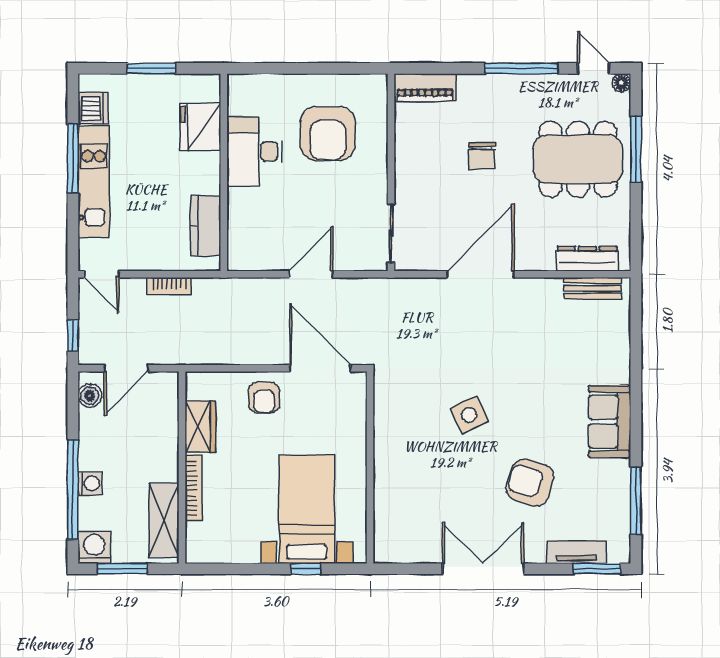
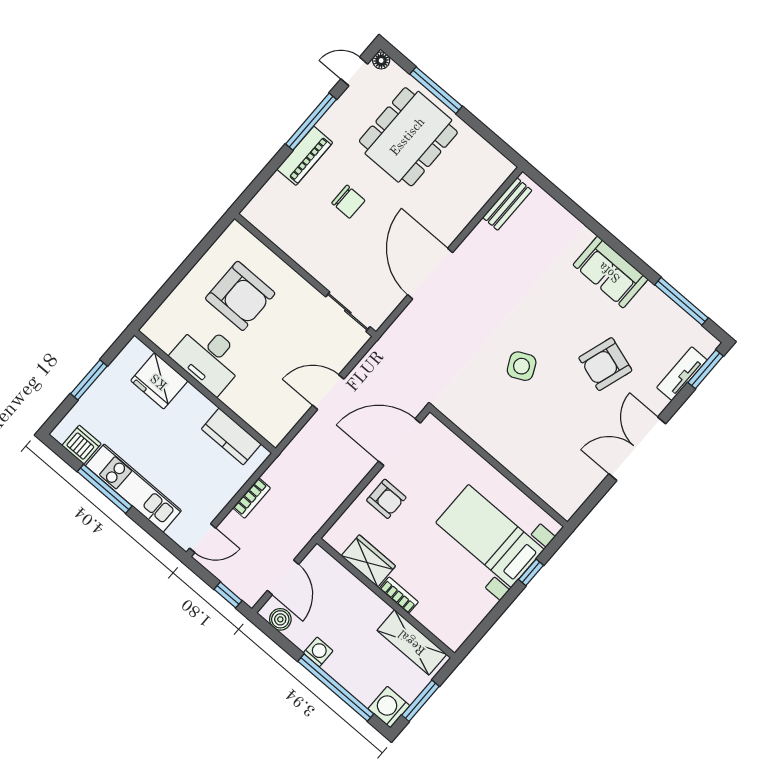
piano: (425, 87) -> (305, 156), moved
dresser: (587, 259) -> (484, 190), removed
door: (311, 274) -> (328, 392), hinge flipped
washing machine: (90, 483) -> (318, 652), moved
bookcase: (194, 488) -> (399, 595), width x0.64

